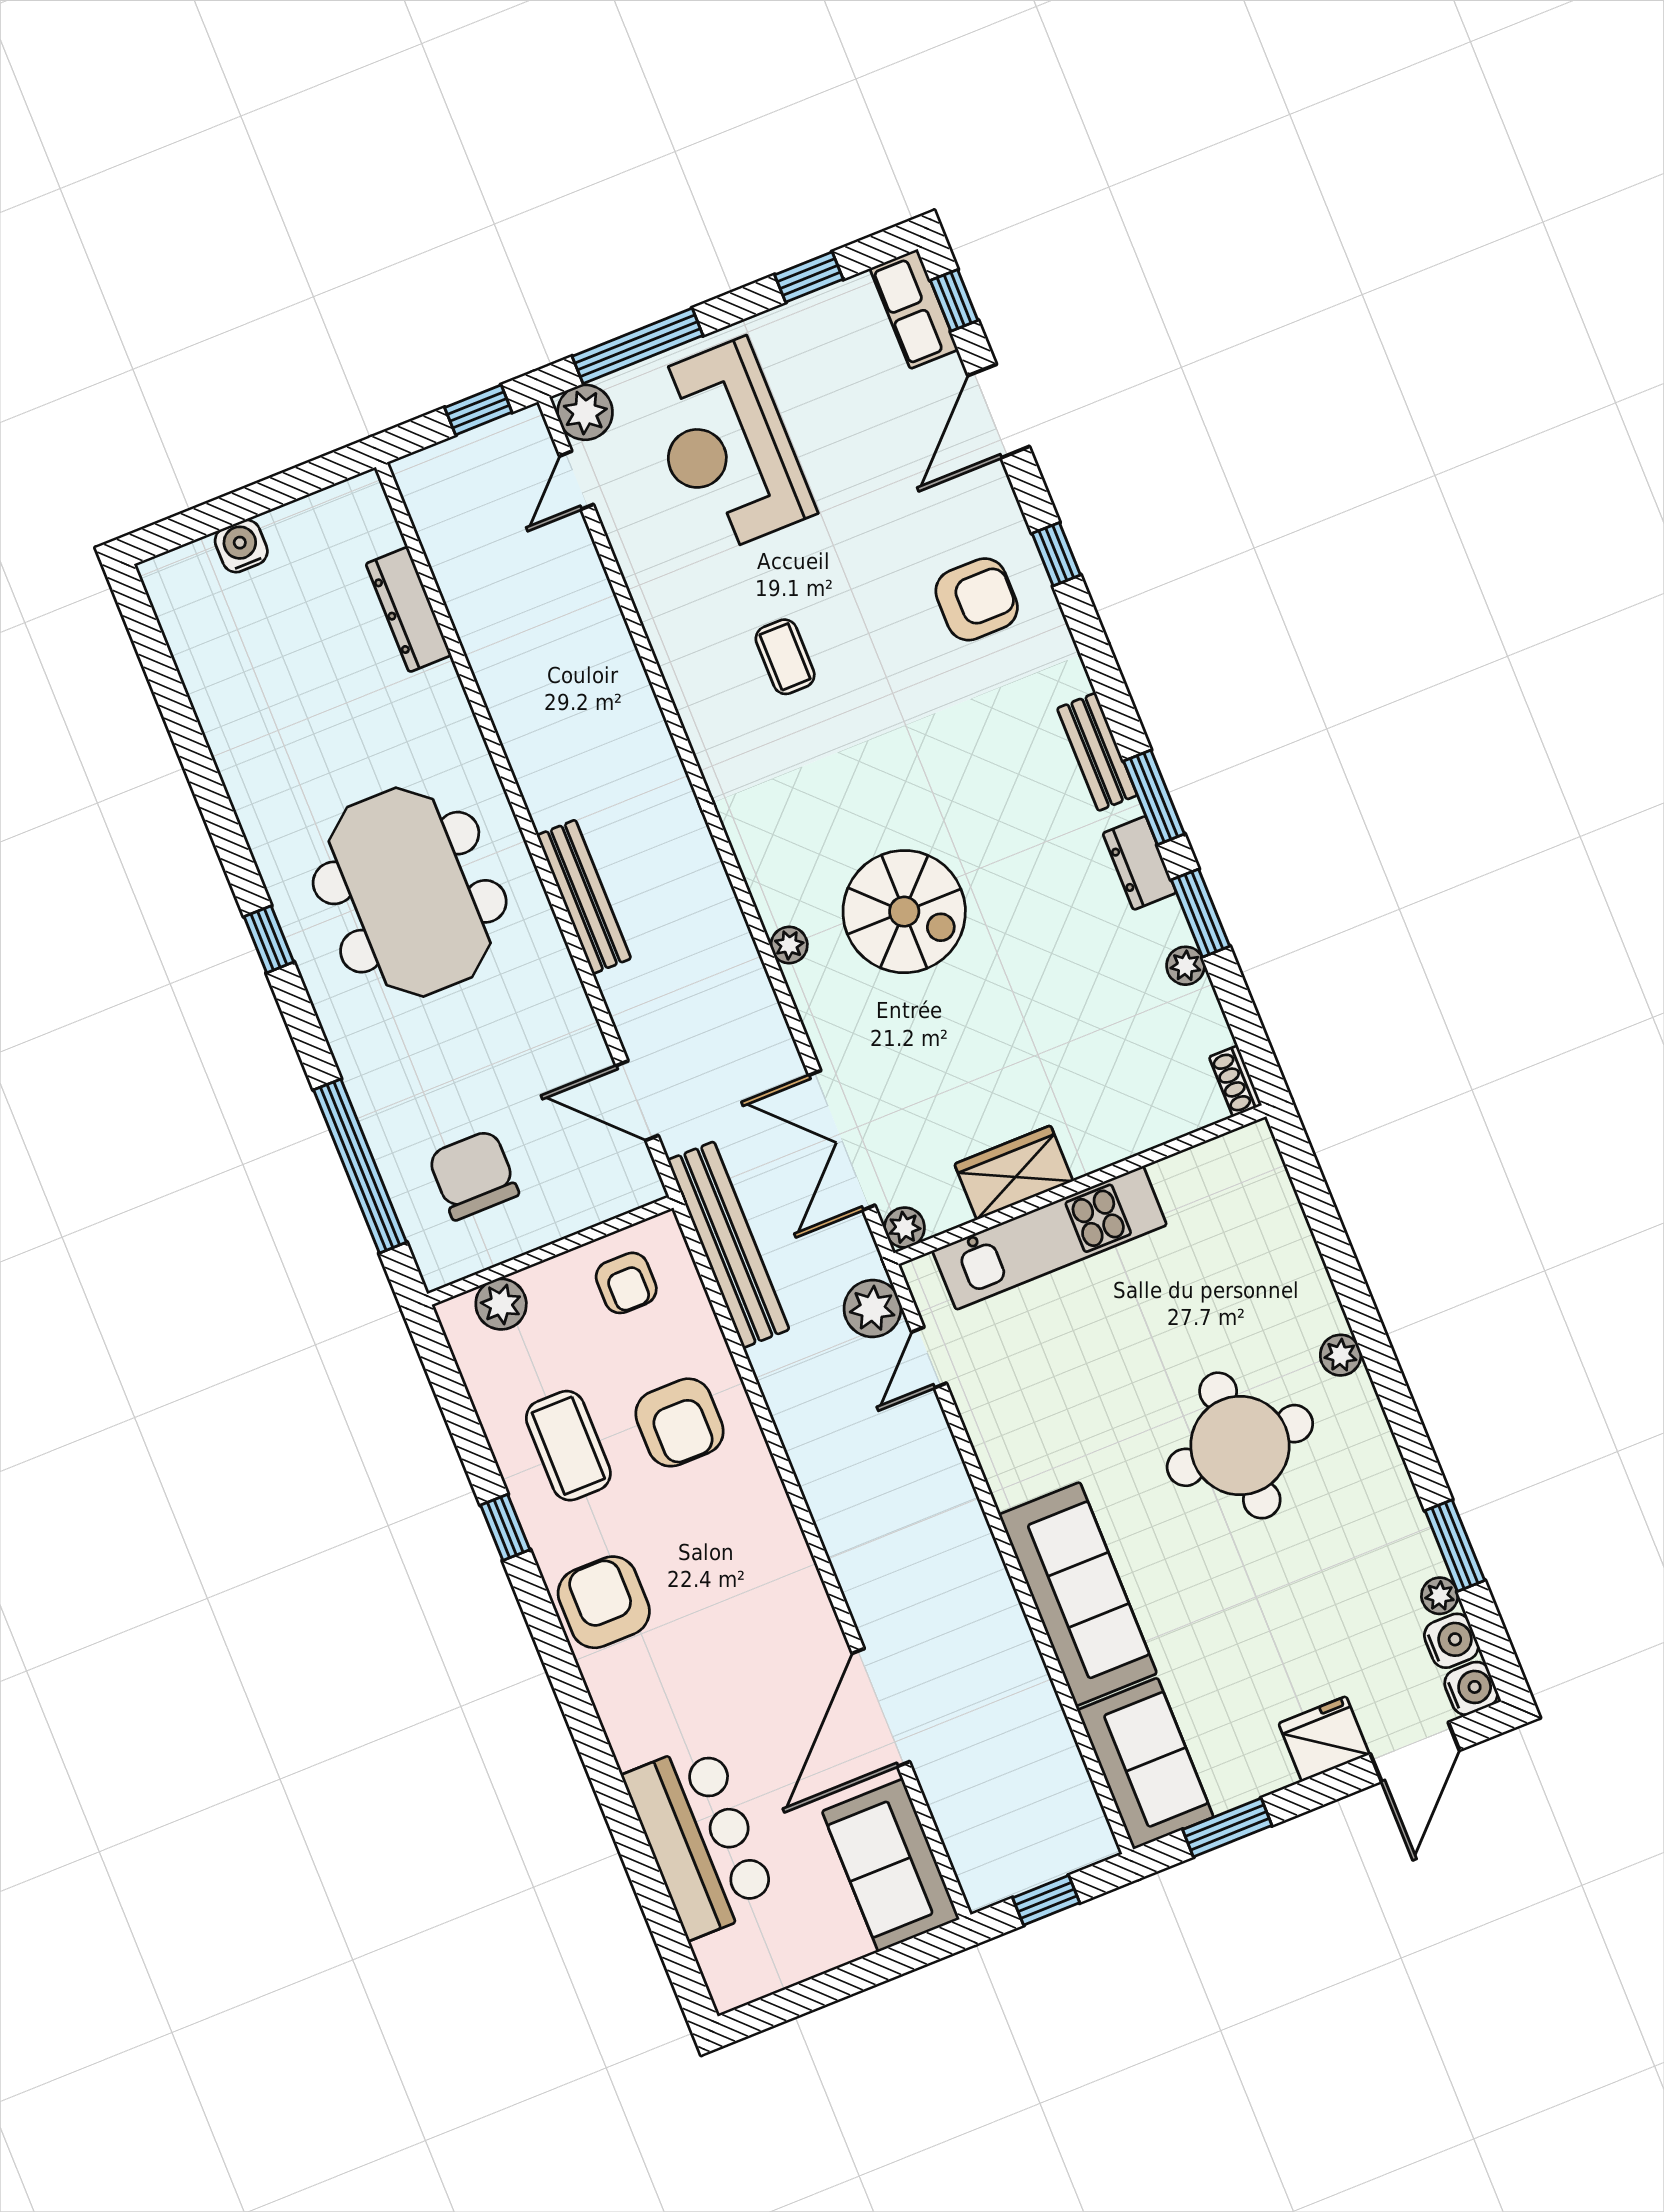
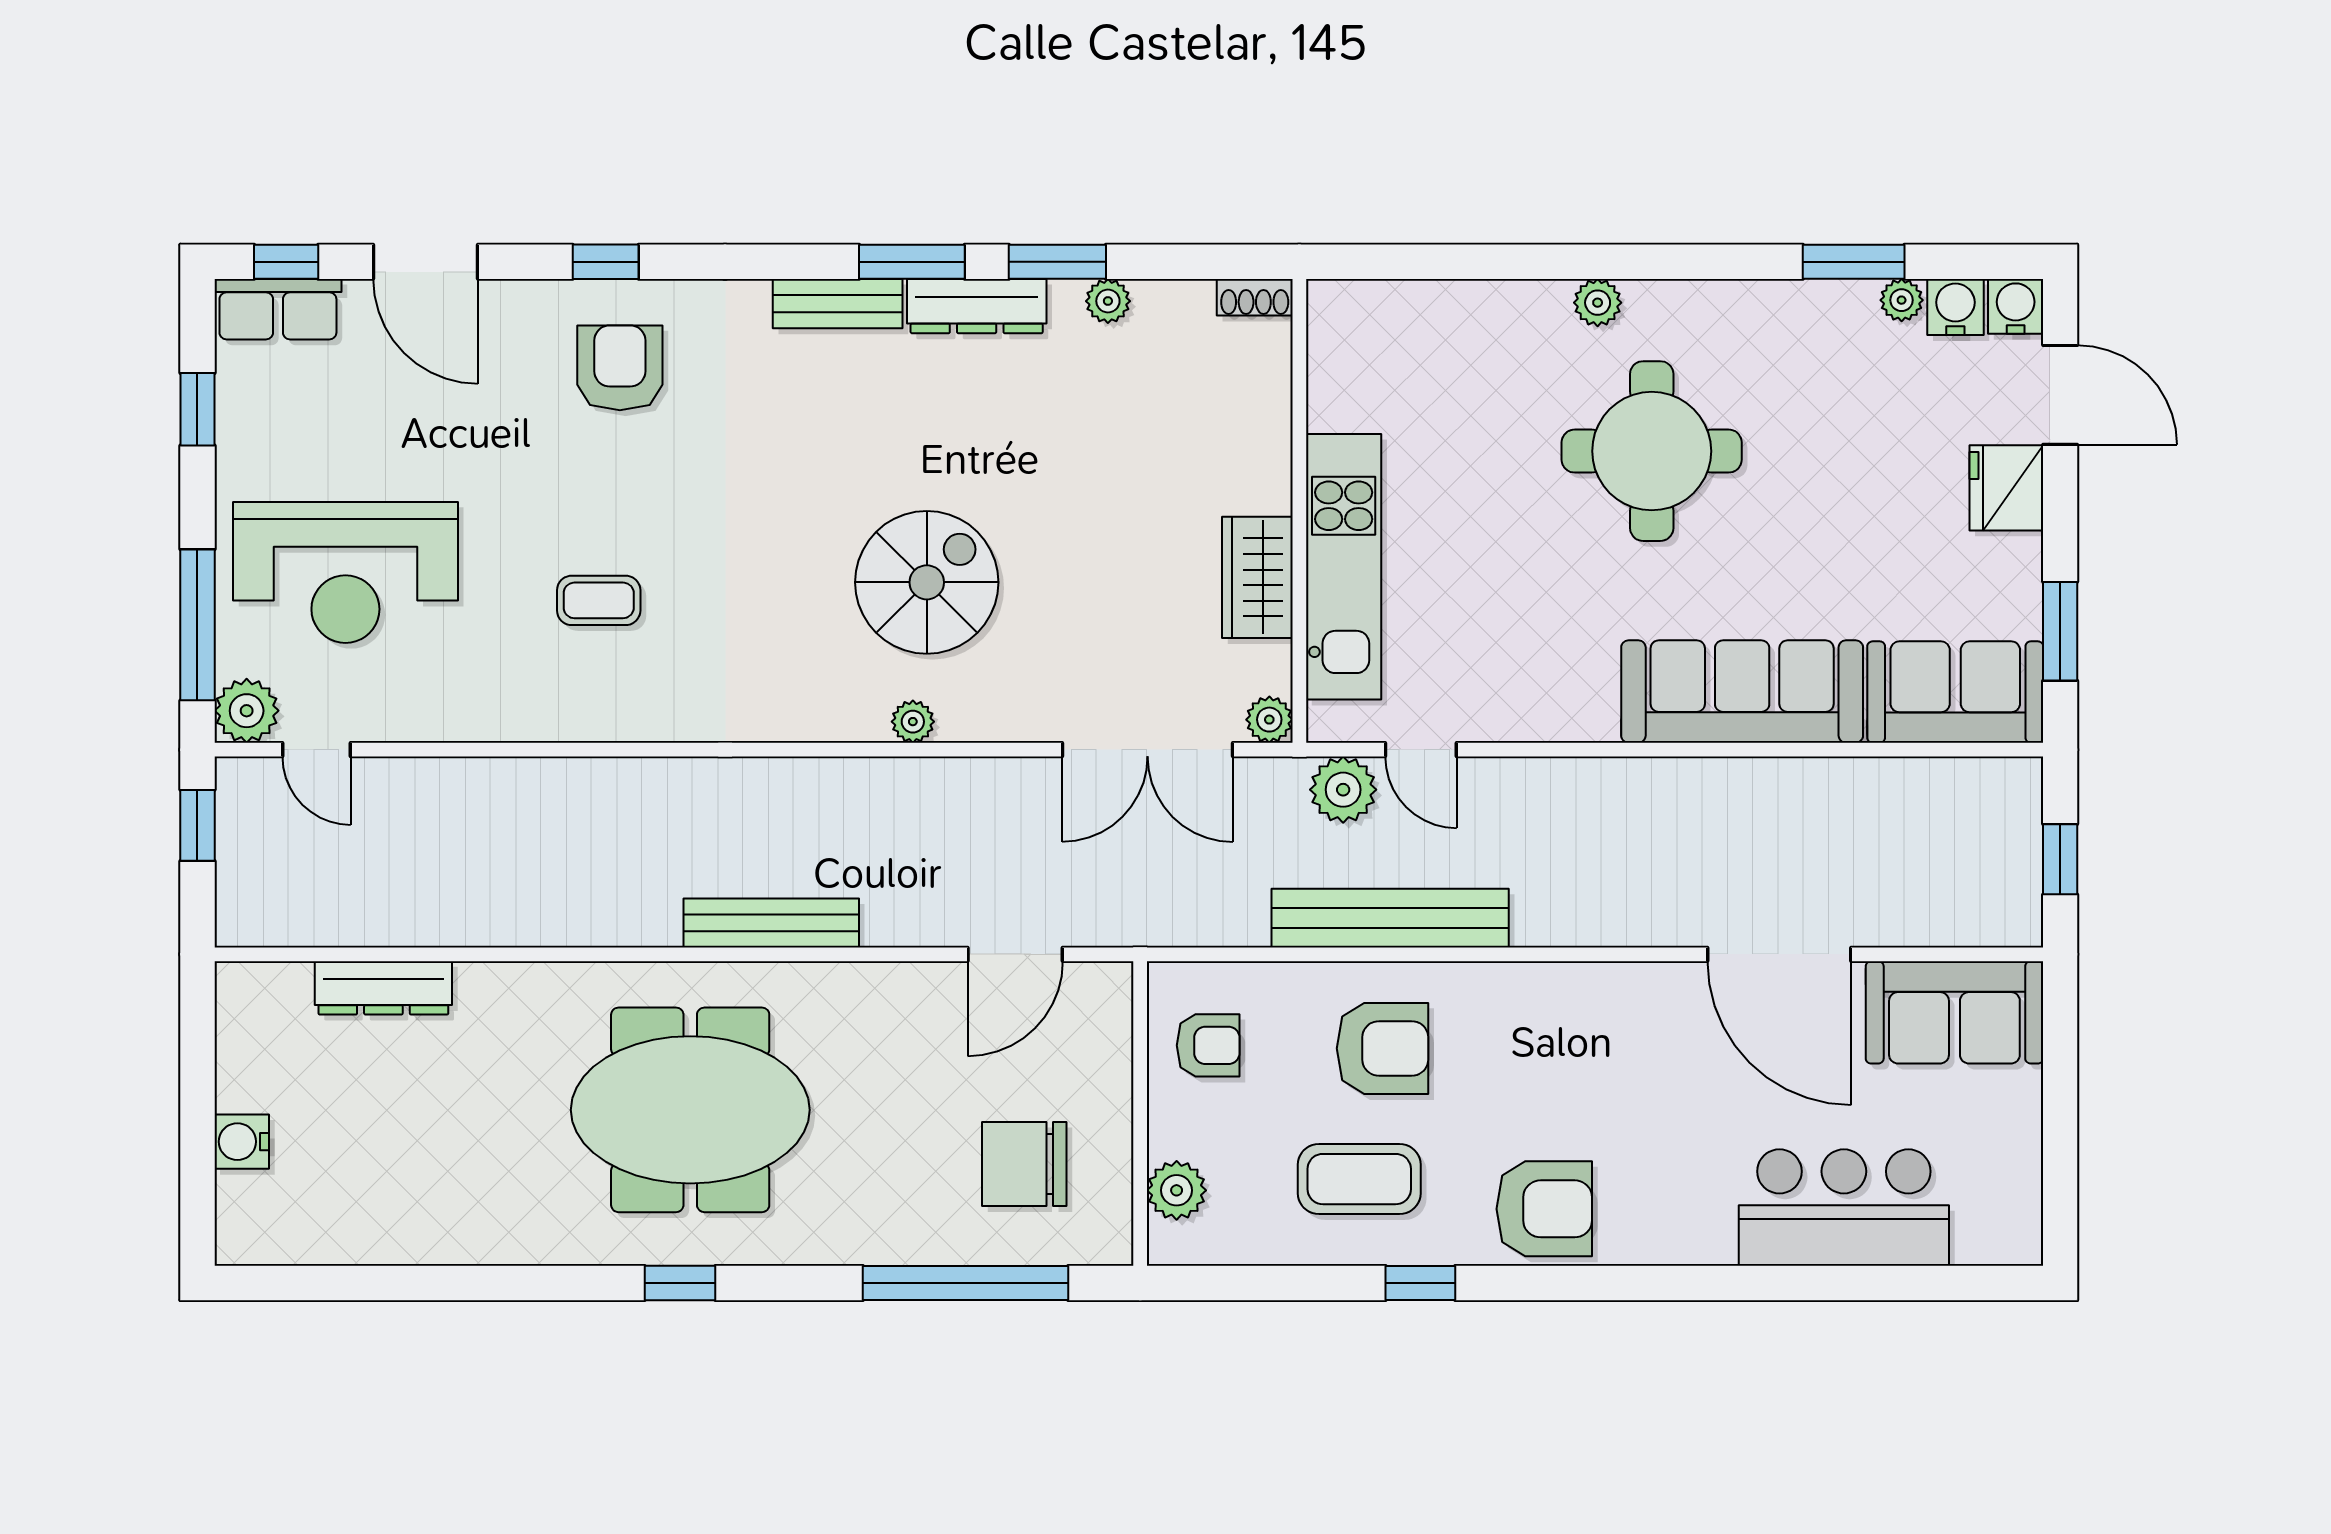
dresser: (1140, 863) -> (977, 306), width x1.44
bench: (728, 1245) -> (1390, 918), moved
armchair: (604, 1602) -> (1544, 1209), turned 180

